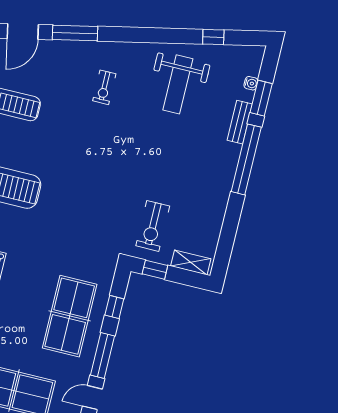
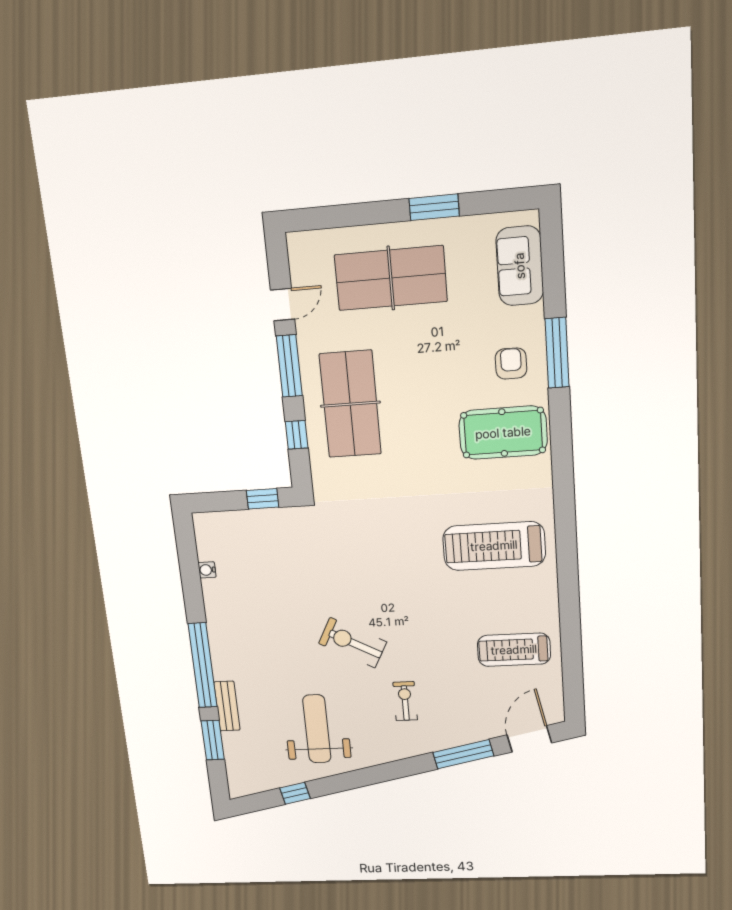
water cooler: (251, 83) -> (207, 570), moved
exercise bike: (153, 226) -> (353, 643), moved, turned -62
shelving: (191, 262) -> (222, 522), removed

